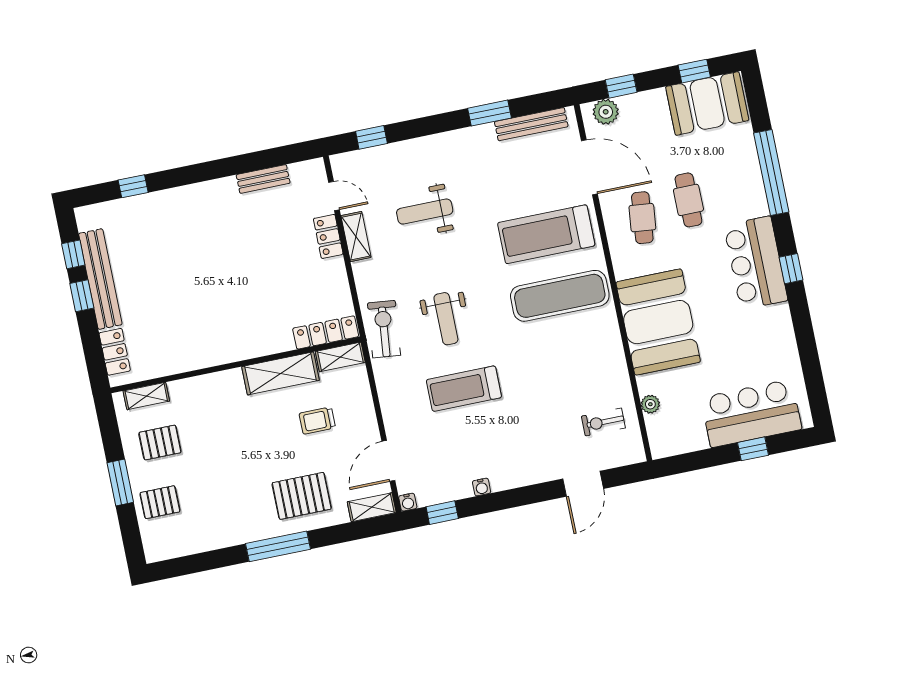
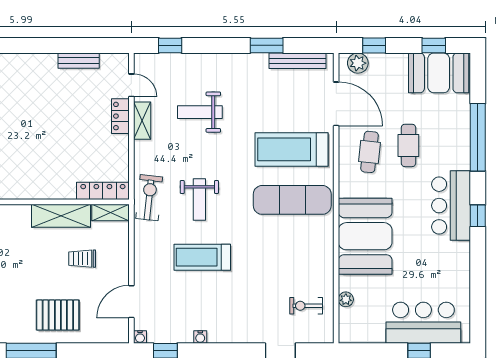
shelving: (372, 507) -> (111, 335), removed

